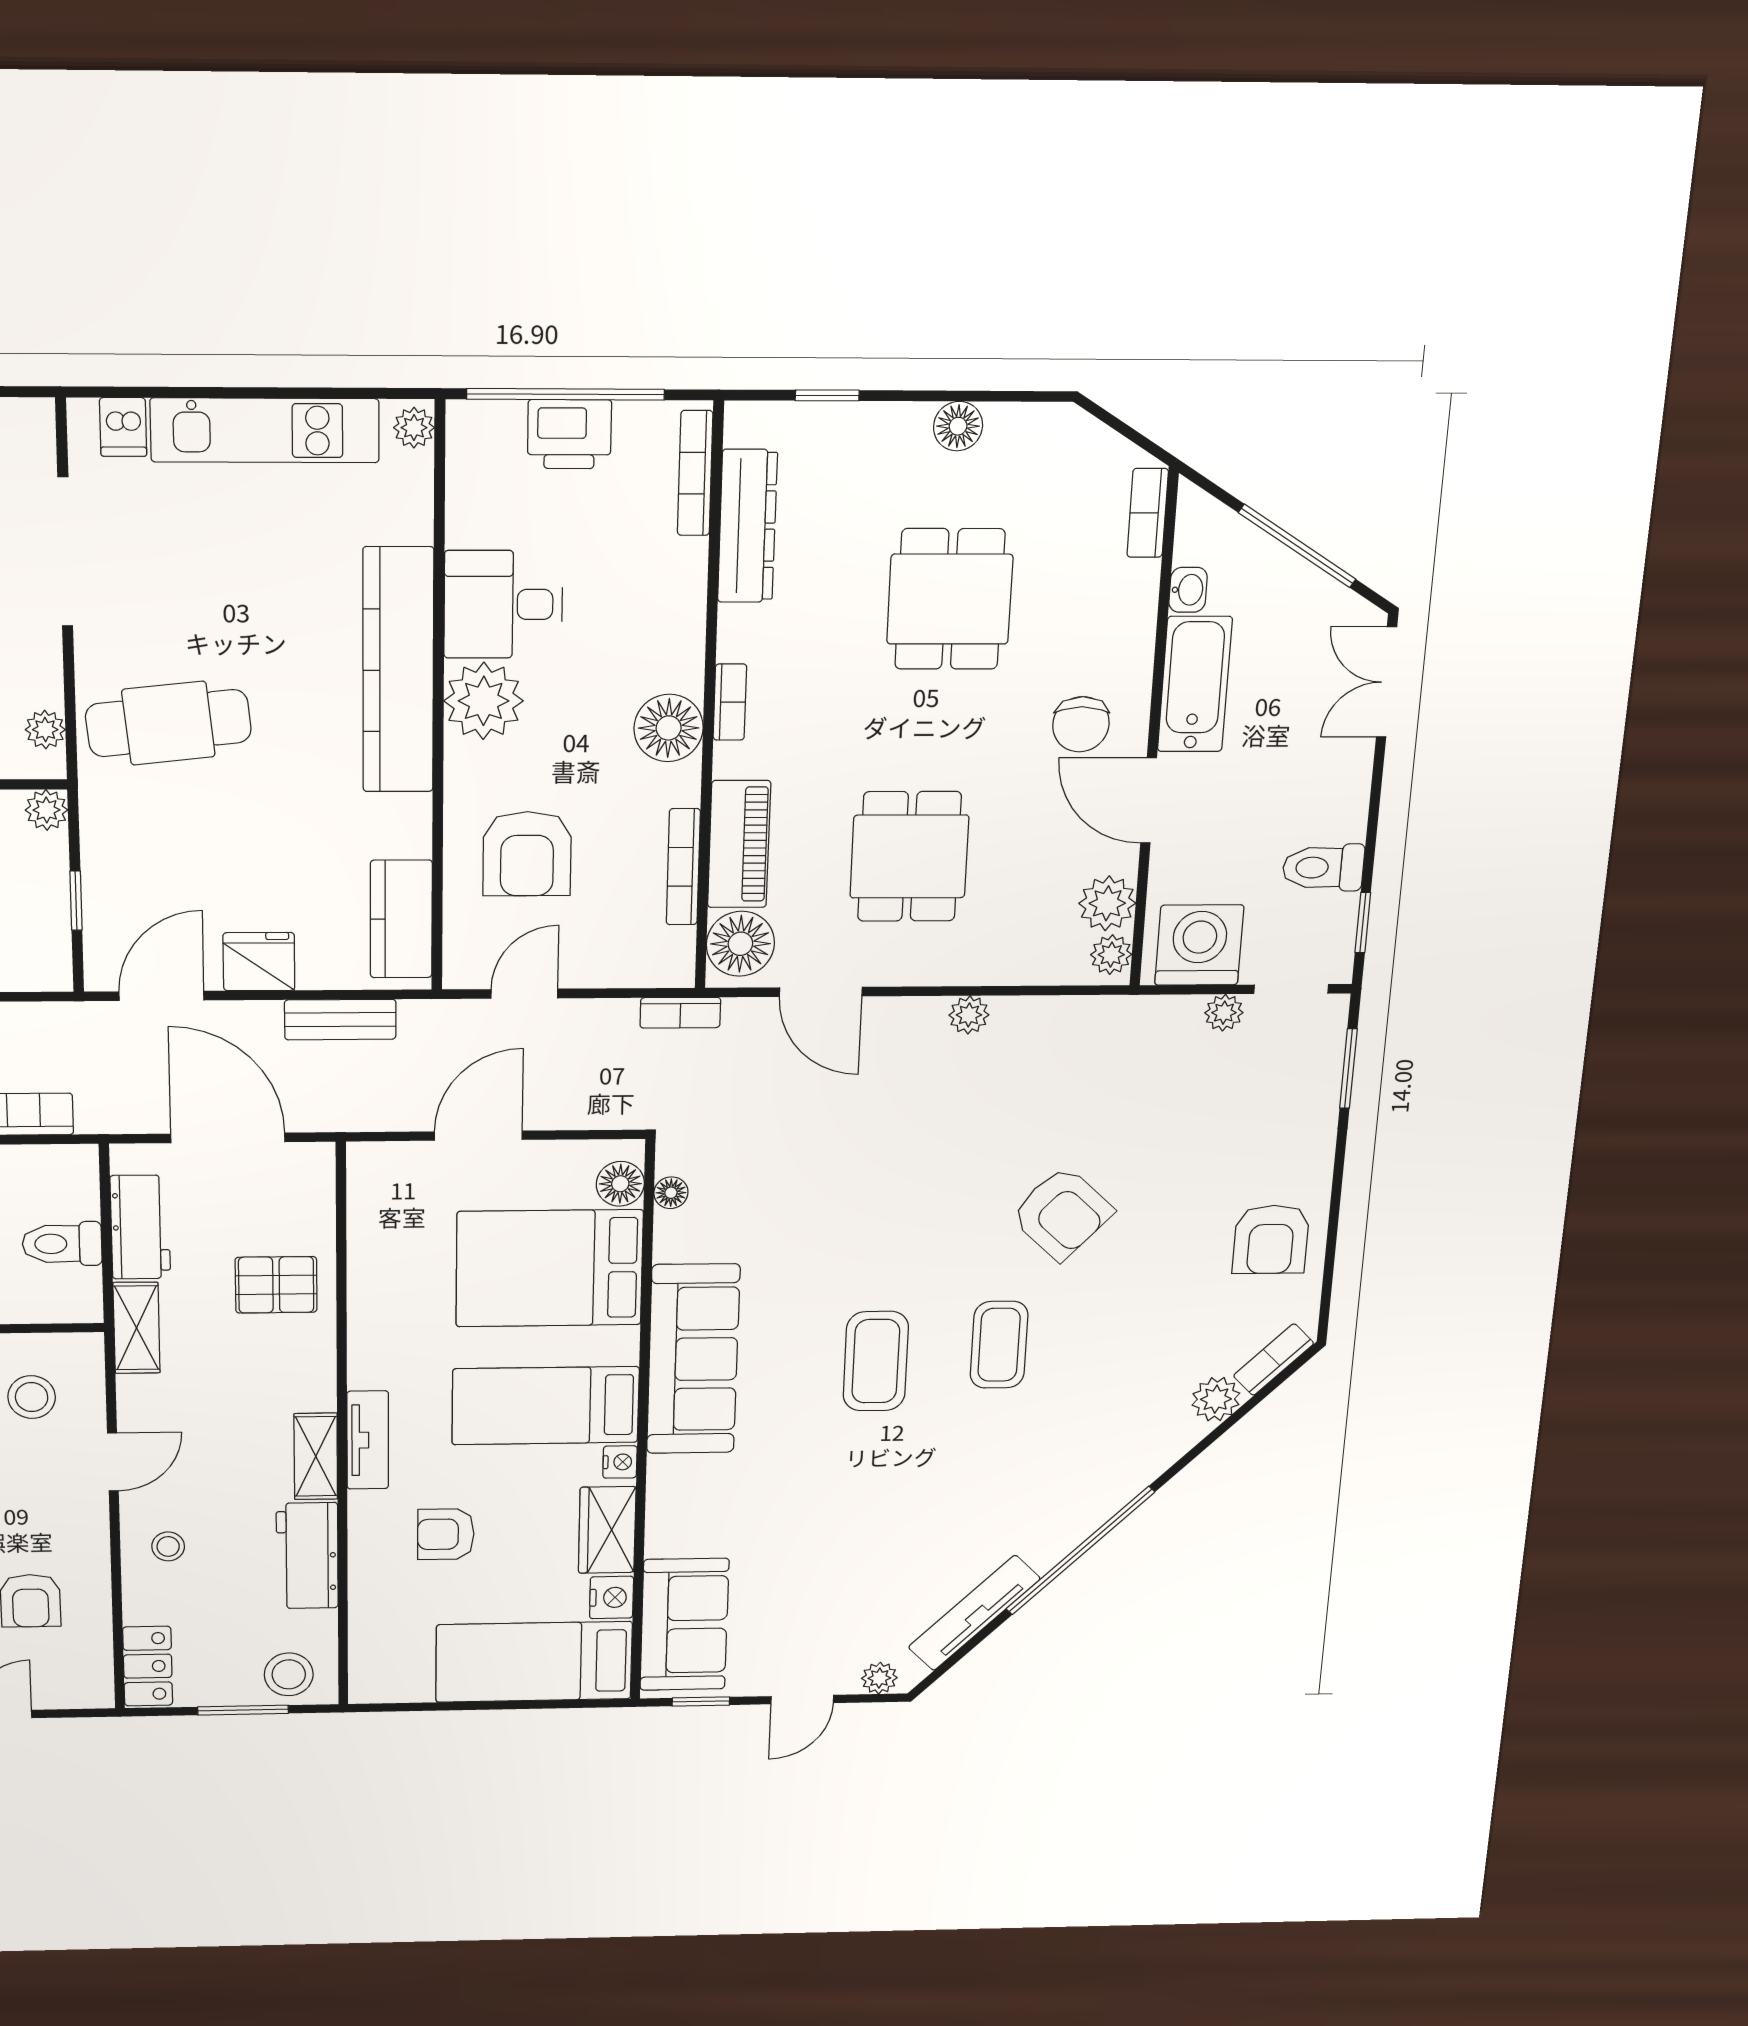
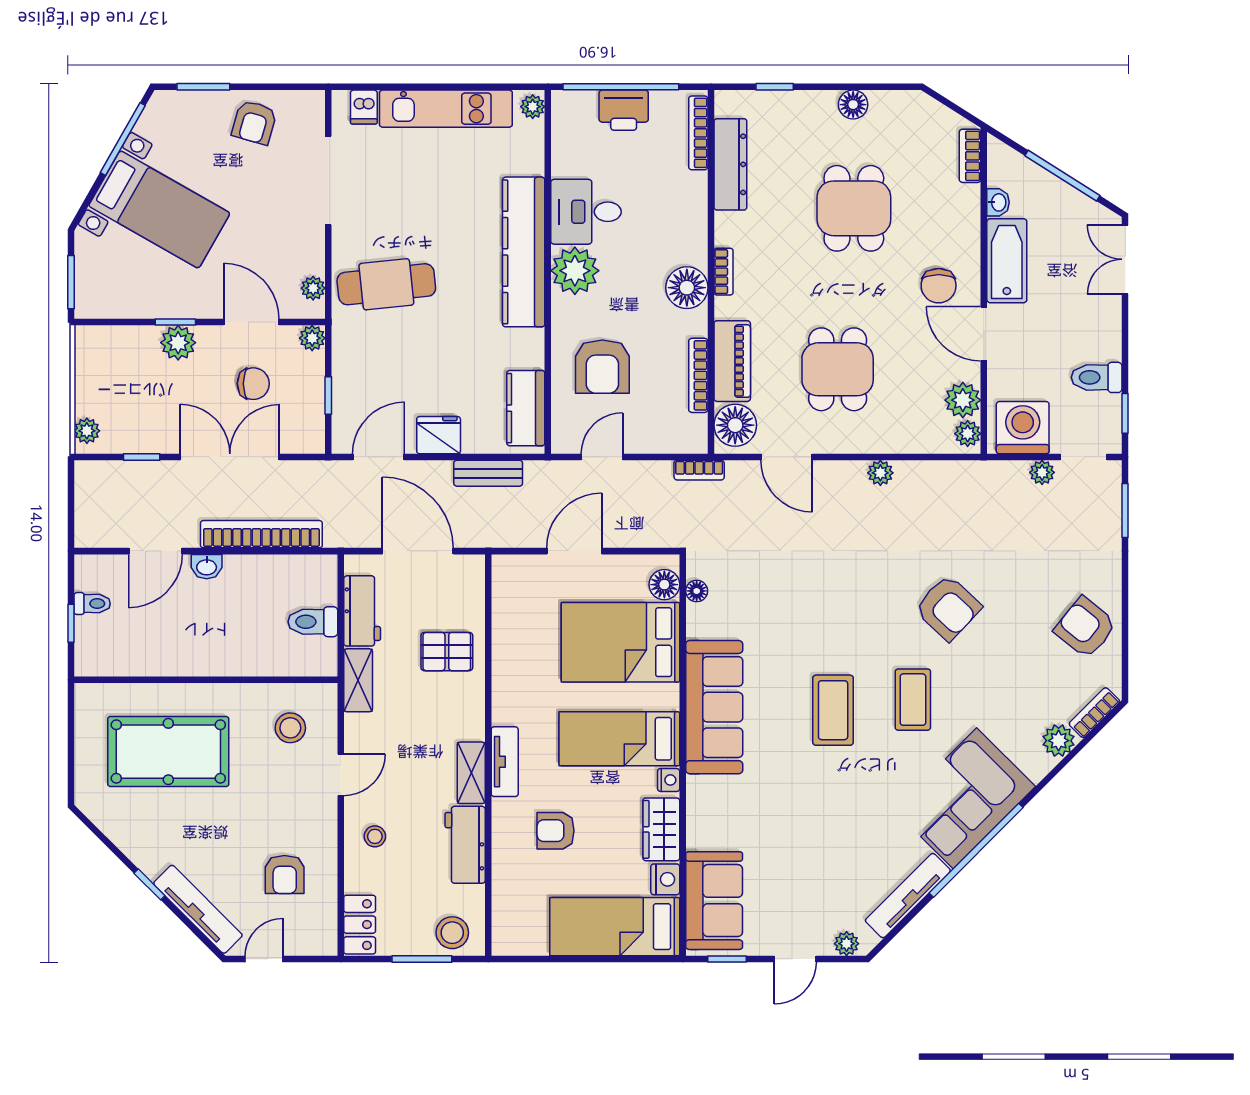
armchair: (1271, 1239) -> (1085, 628), turned 129
corner sofa: (1069, 1480) -> (965, 798), added

